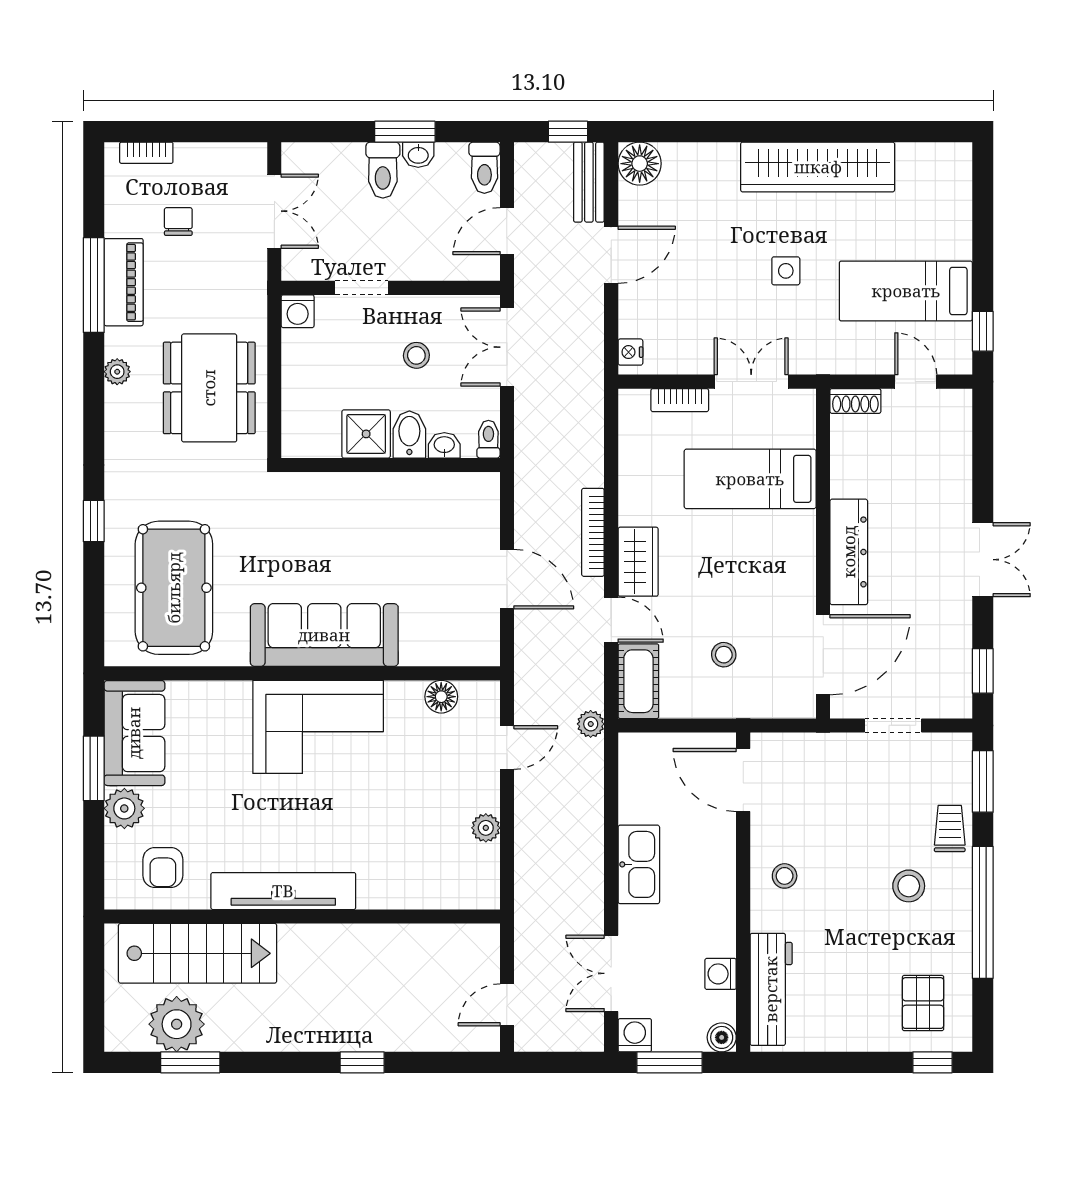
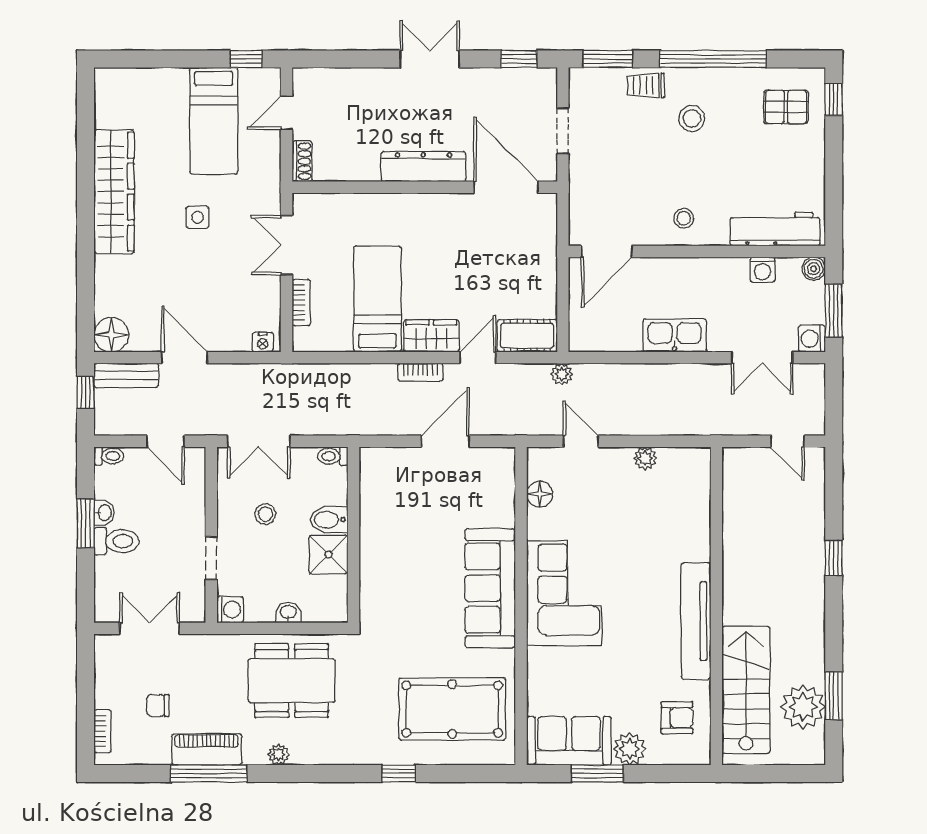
toilet: (484, 168) -> (109, 456), width x0.73, depth x0.72
washbasin: (444, 445) -> (288, 613), moved, turned 90
bed: (750, 479) -> (377, 299), moved, turned 180
bookcase: (593, 532) -> (420, 372), width x0.64
stool: (724, 655) -> (506, 267), removed

